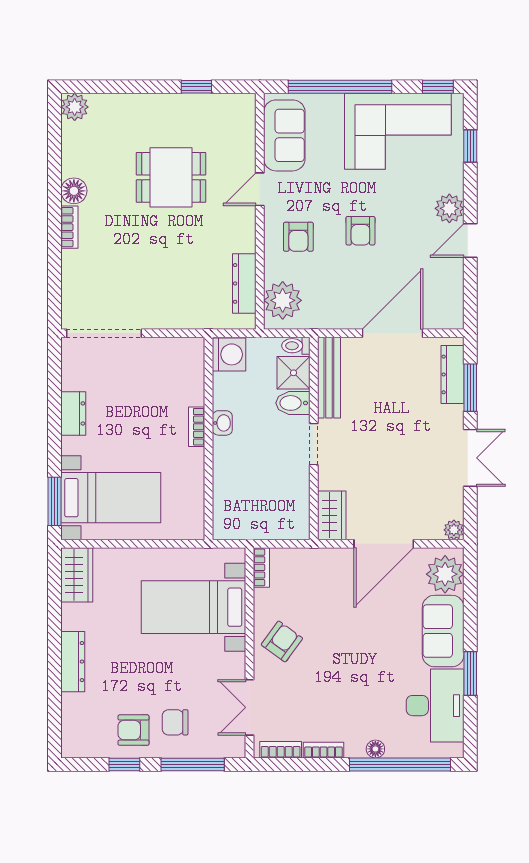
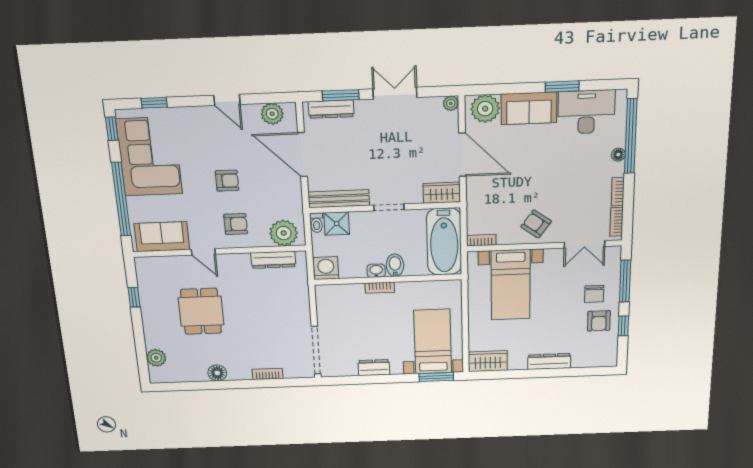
plant: (75, 107) -> (156, 358), moved
plant: (449, 208) -> (272, 114), moved
bookcase: (69, 227) -> (268, 374), moved
bidet: (293, 403) -> (395, 265), moved, turned 180
bathtub: (261, 517) -> (444, 242), added

